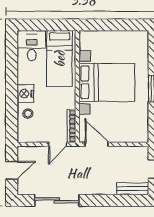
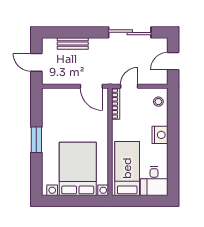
bed with nightstands: (107, 82) -> (78, 169), moved, turned 90
stool: (28, 114) -> (158, 102), moved
bench: (133, 189) -> (73, 43), moved

